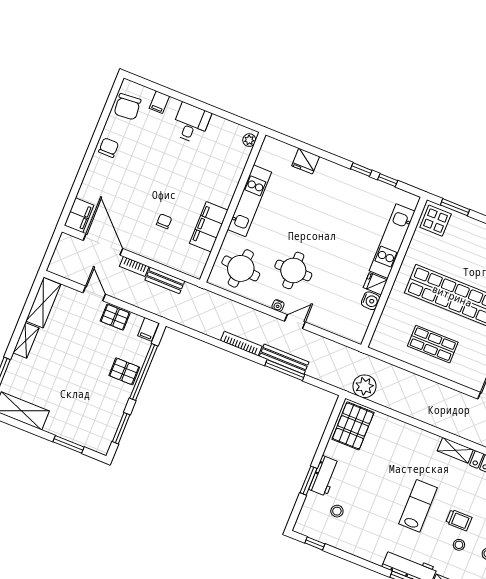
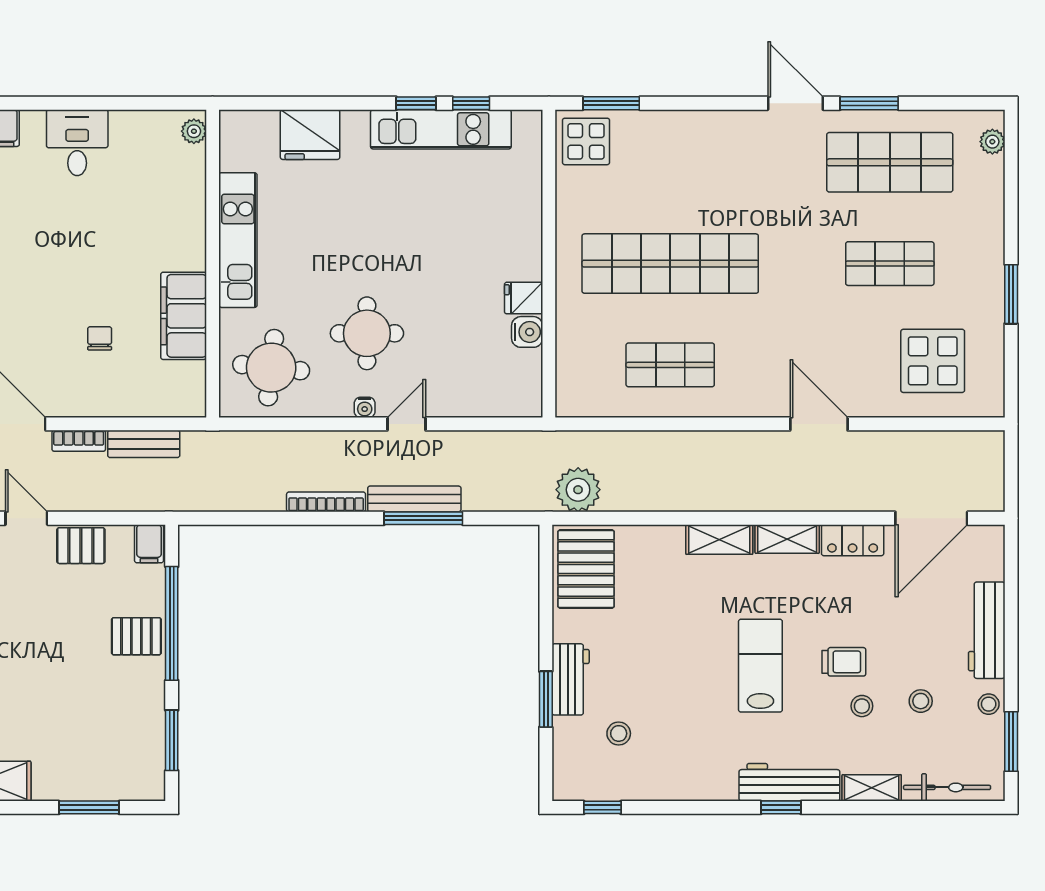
fridge: (306, 161) -> (310, 135), width x1.36, depth x1.34
kitchen unit: (392, 241) -> (441, 129), moved, turned -90
shelving: (423, 437) -> (719, 540), added

